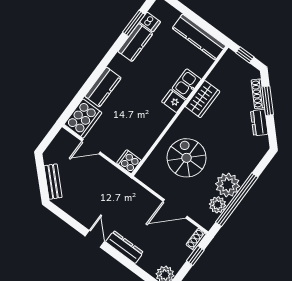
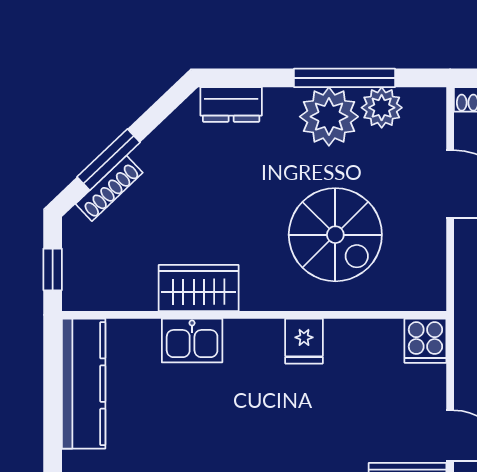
fridge: (174, 101) -> (304, 341), moved
dresser: (259, 123) -> (231, 104), moved, turned 44
spiral stairs: (187, 158) -> (335, 235), turned -90
window: (237, 200) -> (344, 78), width x0.68

